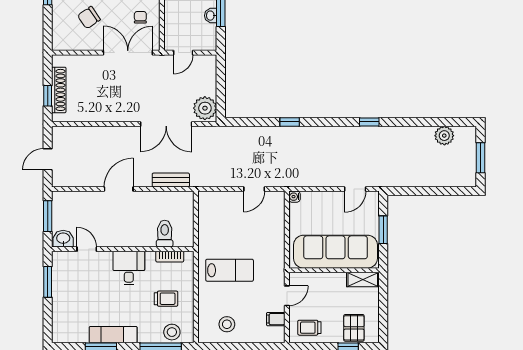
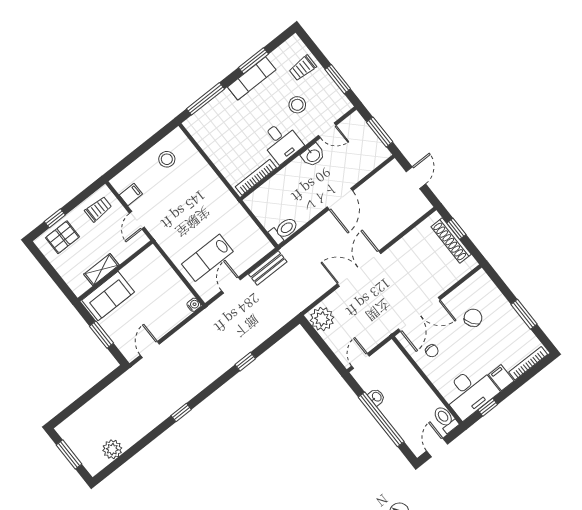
door: (183, 53) -> (361, 361), moved
double door: (166, 124) -> (359, 269), moved
bench: (171, 180) -> (268, 268), moved
toilet: (165, 234) -> (284, 230), moved, turned -90
washbasin: (63, 239) -> (313, 155), moved
sofa: (336, 252) -> (108, 296), width x0.54, depth x0.79
bookcase: (170, 257) -> (256, 177), width x1.56
lab bench: (230, 270) -> (207, 258), moved
shelving: (363, 279) -> (101, 270), moved
trolley: (166, 299) -> (303, 68), moved
pallet: (354, 328) -> (62, 237), turned 90
stool: (172, 332) -> (297, 105), moved

